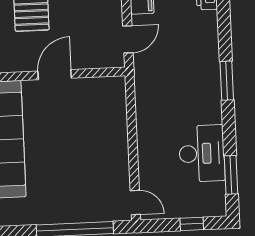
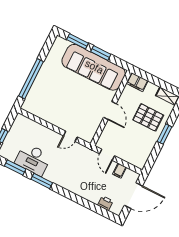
window: (227, 81) -> (42, 181), moved
door: (135, 202) -> (70, 136), moved

